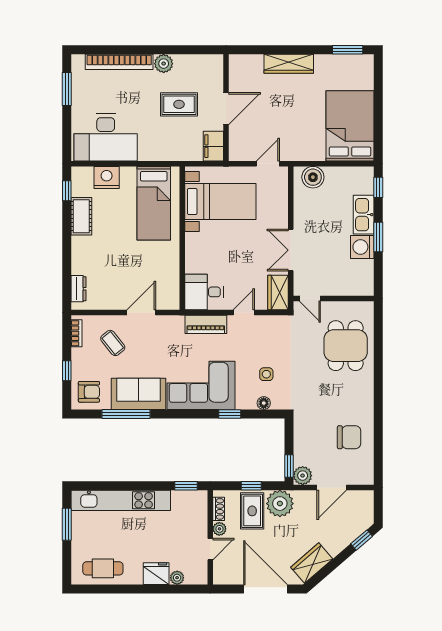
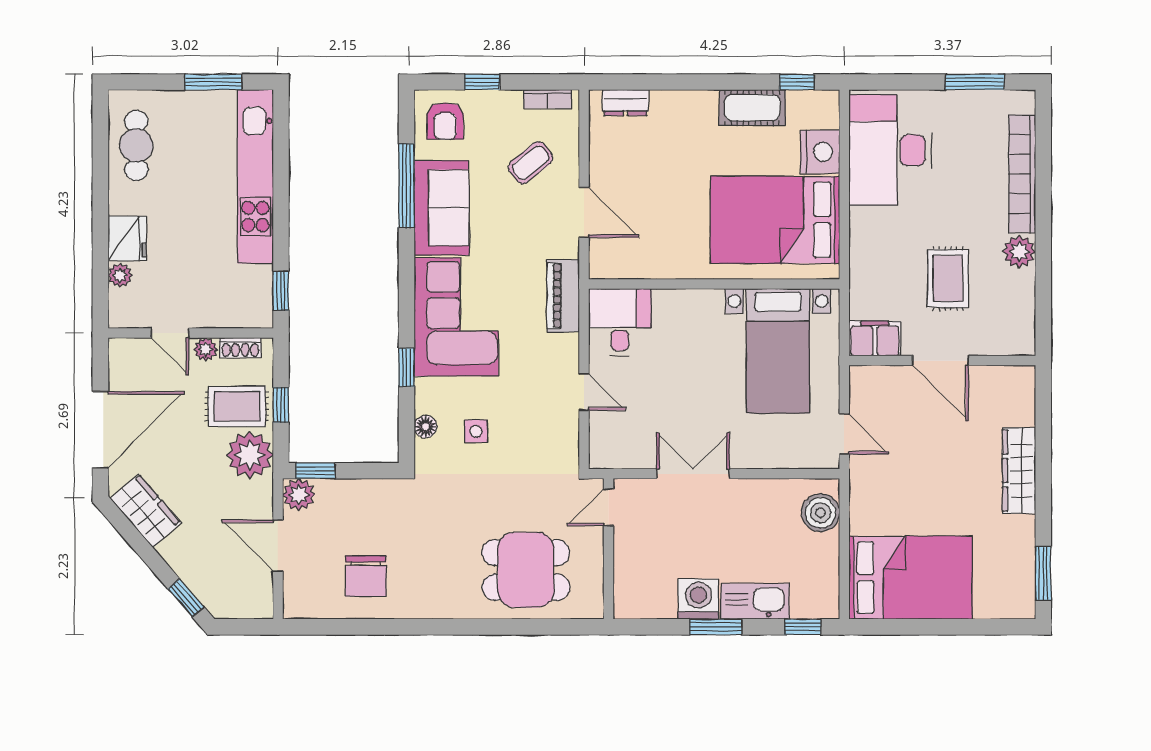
bed: (154, 203) -> (775, 220), width x1.50
wardrobe: (278, 292) -> (619, 452), removed
piano: (206, 324) -> (563, 296), moved

